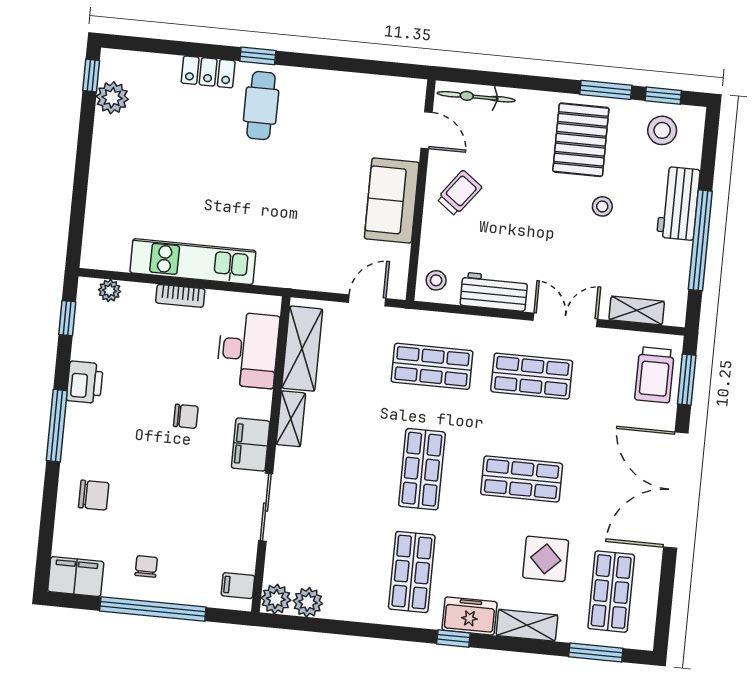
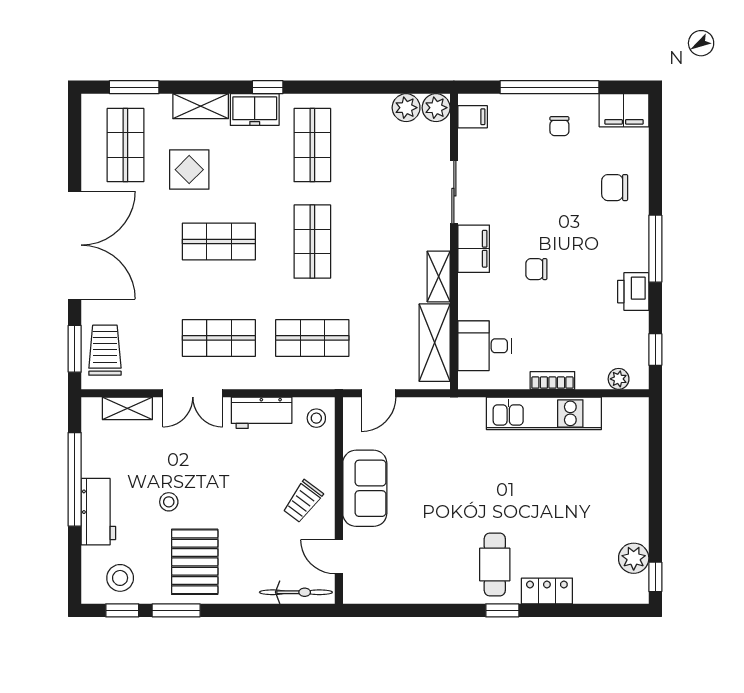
desk: (248, 350) -> (485, 346), width x0.73

